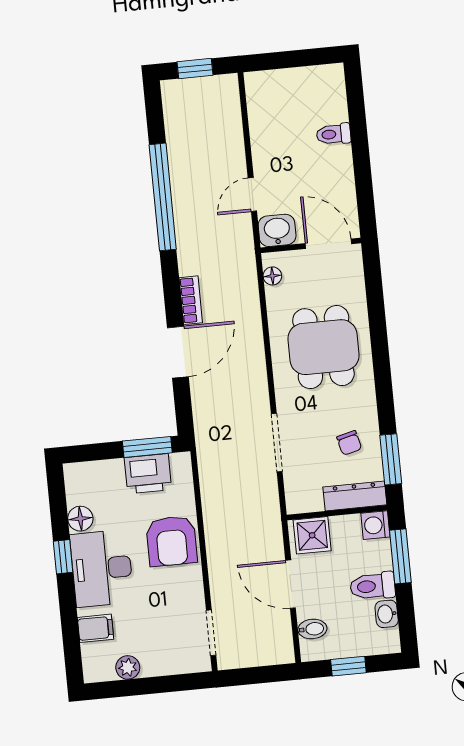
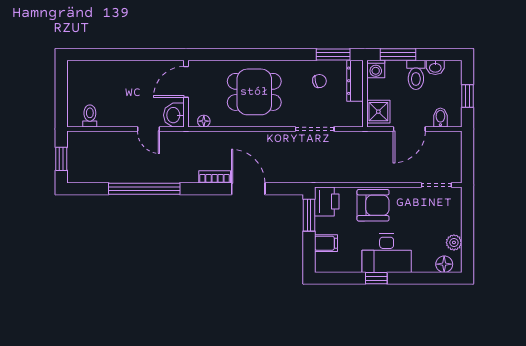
toilet: (334, 134) -> (90, 116), moved, turned 180
printer: (148, 474) -> (327, 202), moved
floor lamp: (80, 519) -> (444, 264), moved
filing cabinet: (96, 628) -> (326, 243), moved, turned 90

